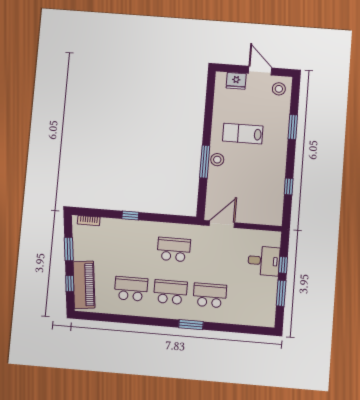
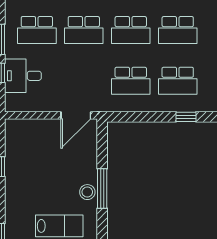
school desk: (135, 246) -> (178, 81), added
school desk: (249, 299) -> (37, 30), added

